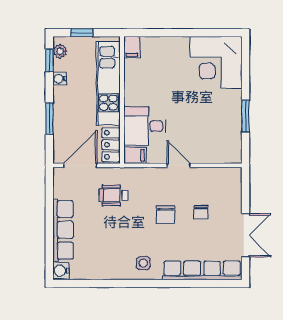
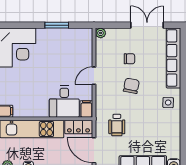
plant: (235, 174) -> (101, 33), added
chair: (165, 215) -> (131, 86), turned -79

